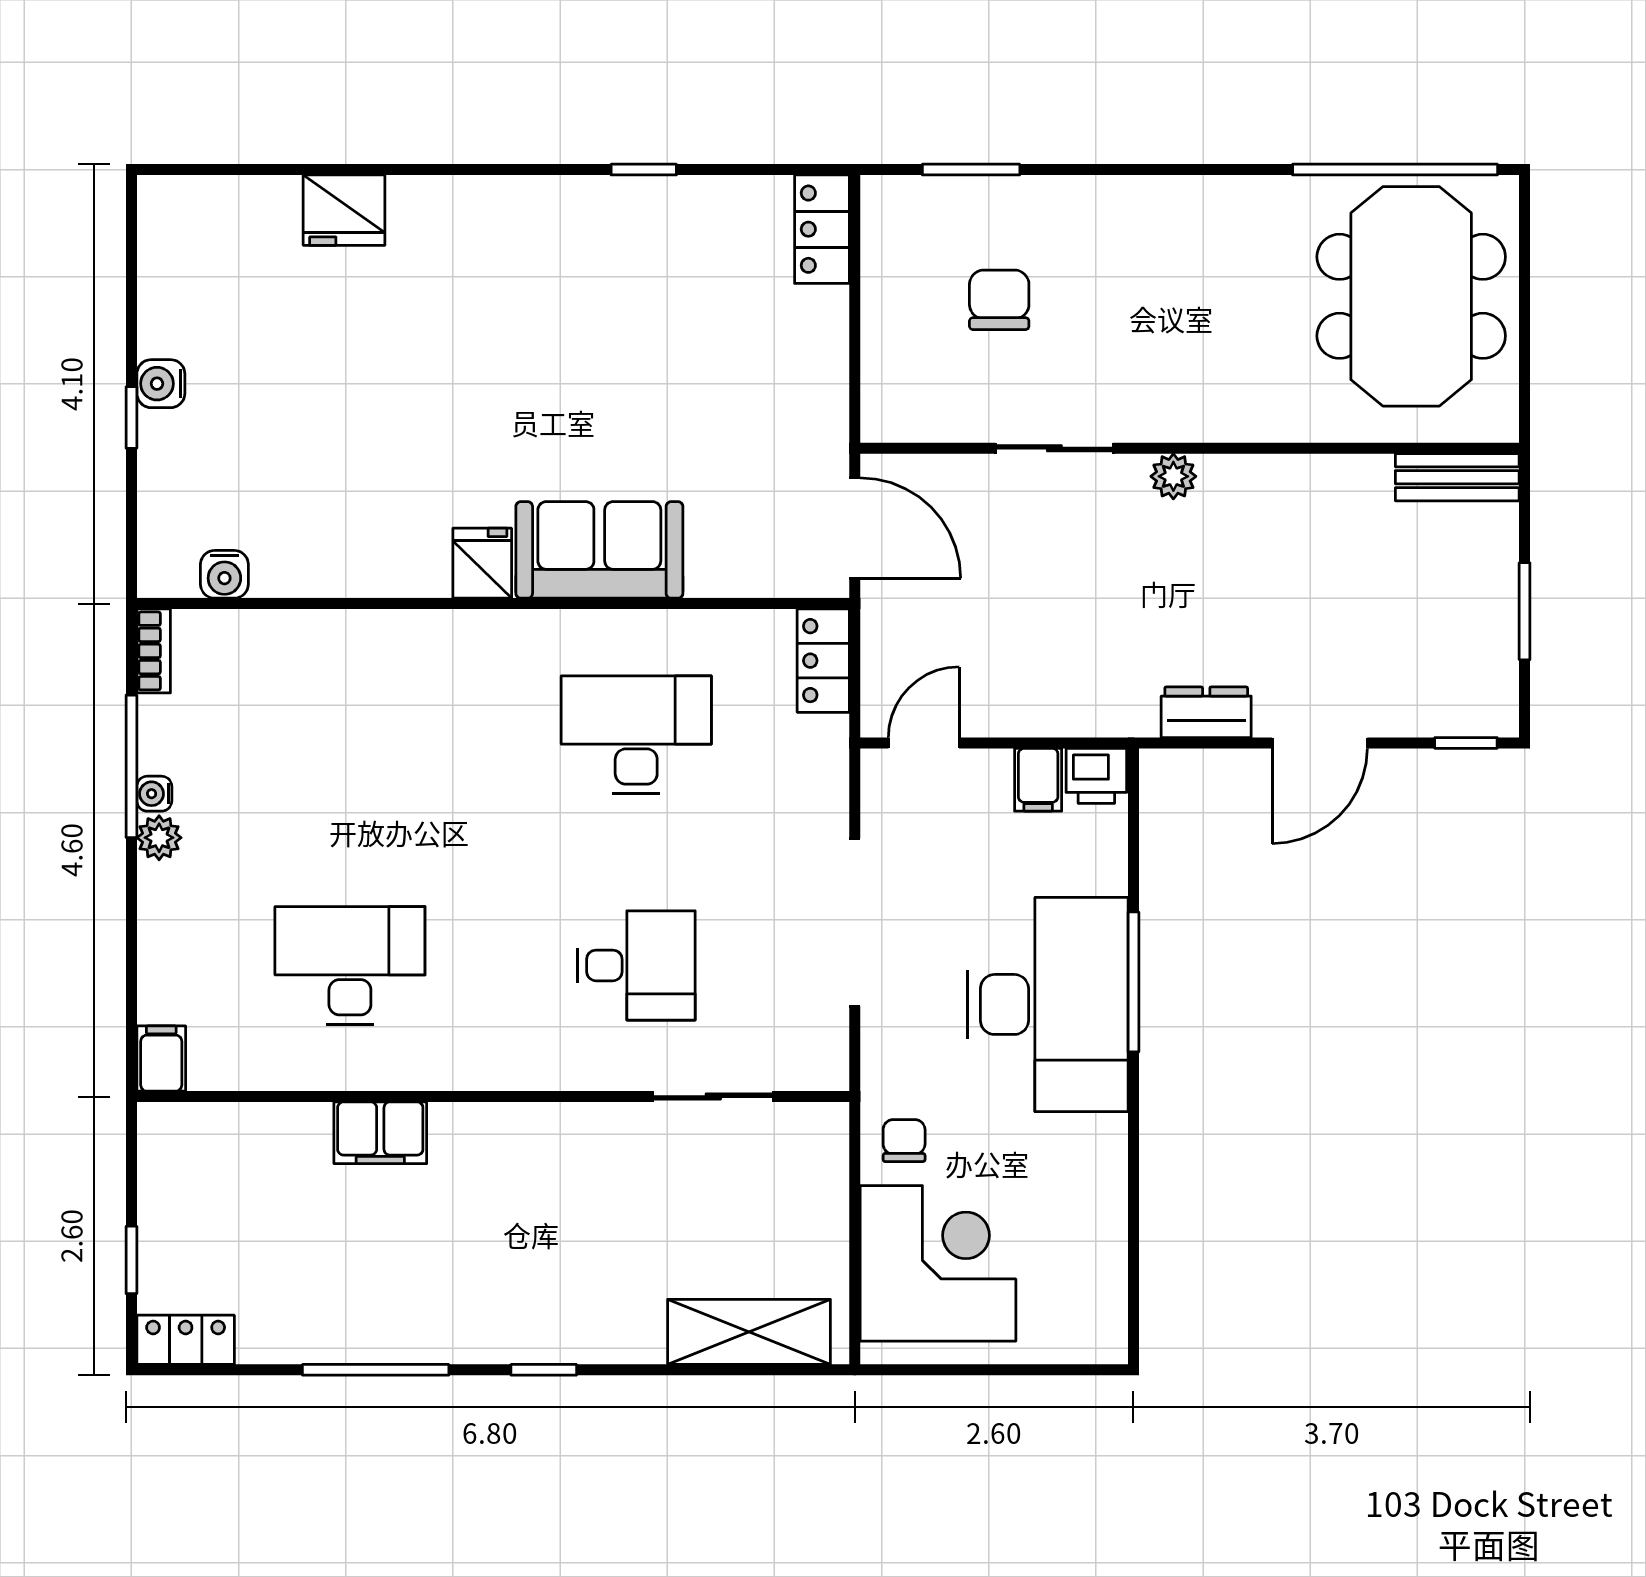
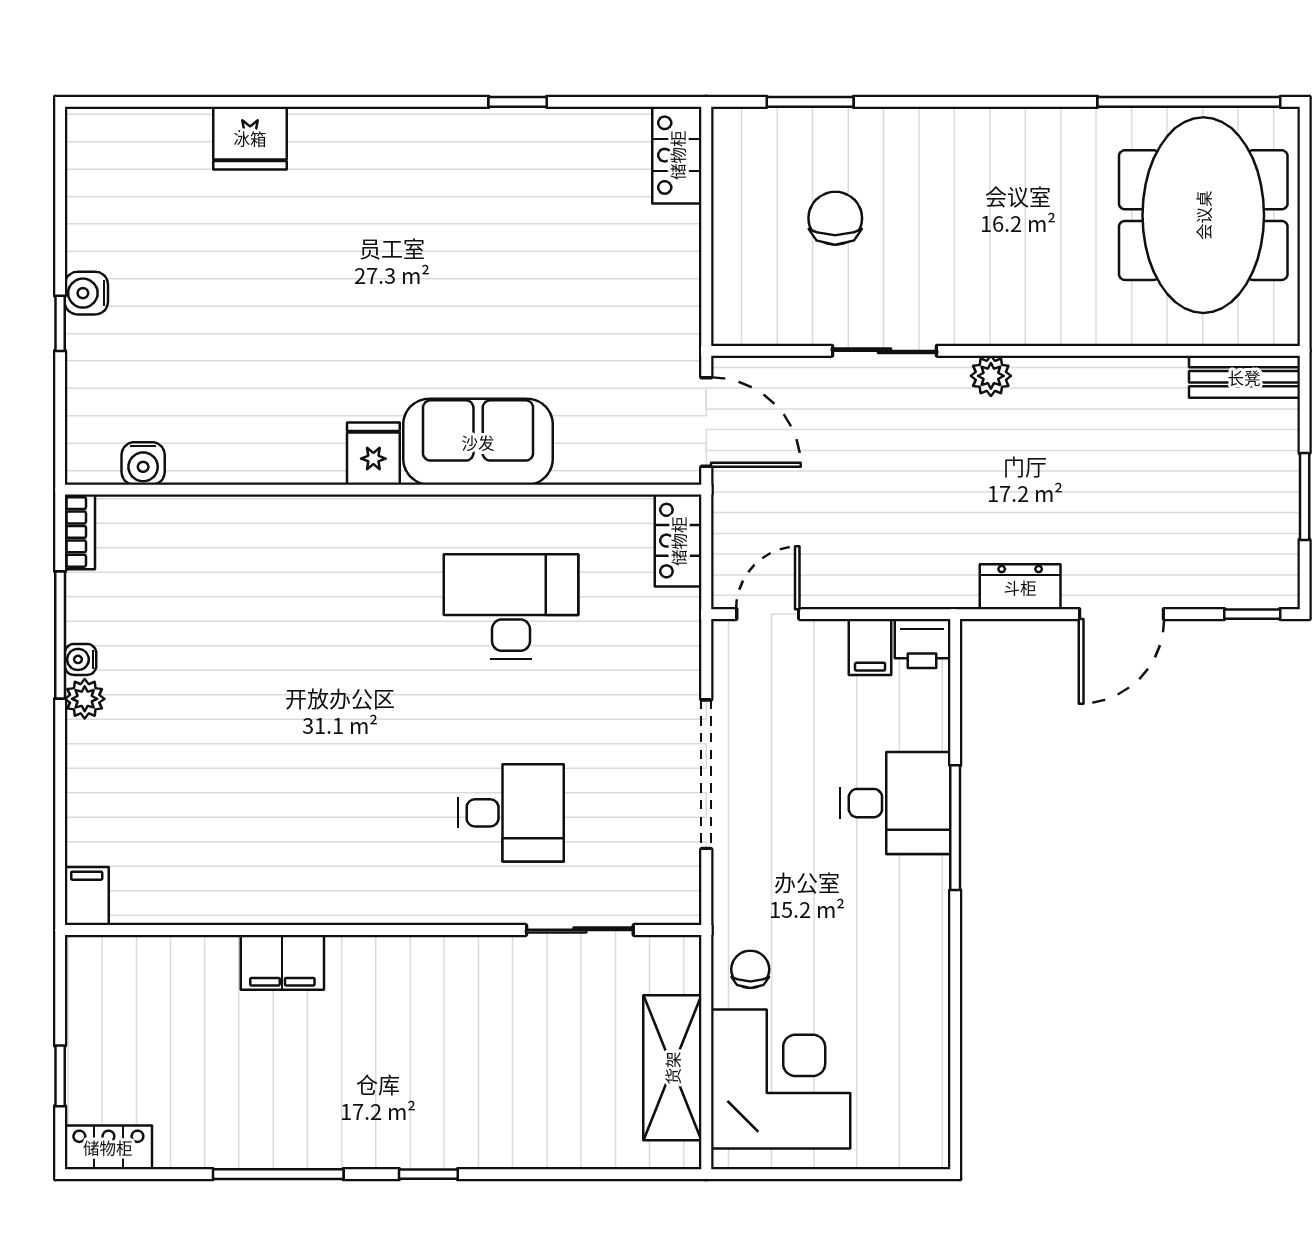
desk: (350, 965) -> (255, 813), removed
desk: (1048, 1004) -> (895, 803), width x0.53, depth x0.77
shelving: (749, 1332) -> (672, 1068), moved, turned 90

